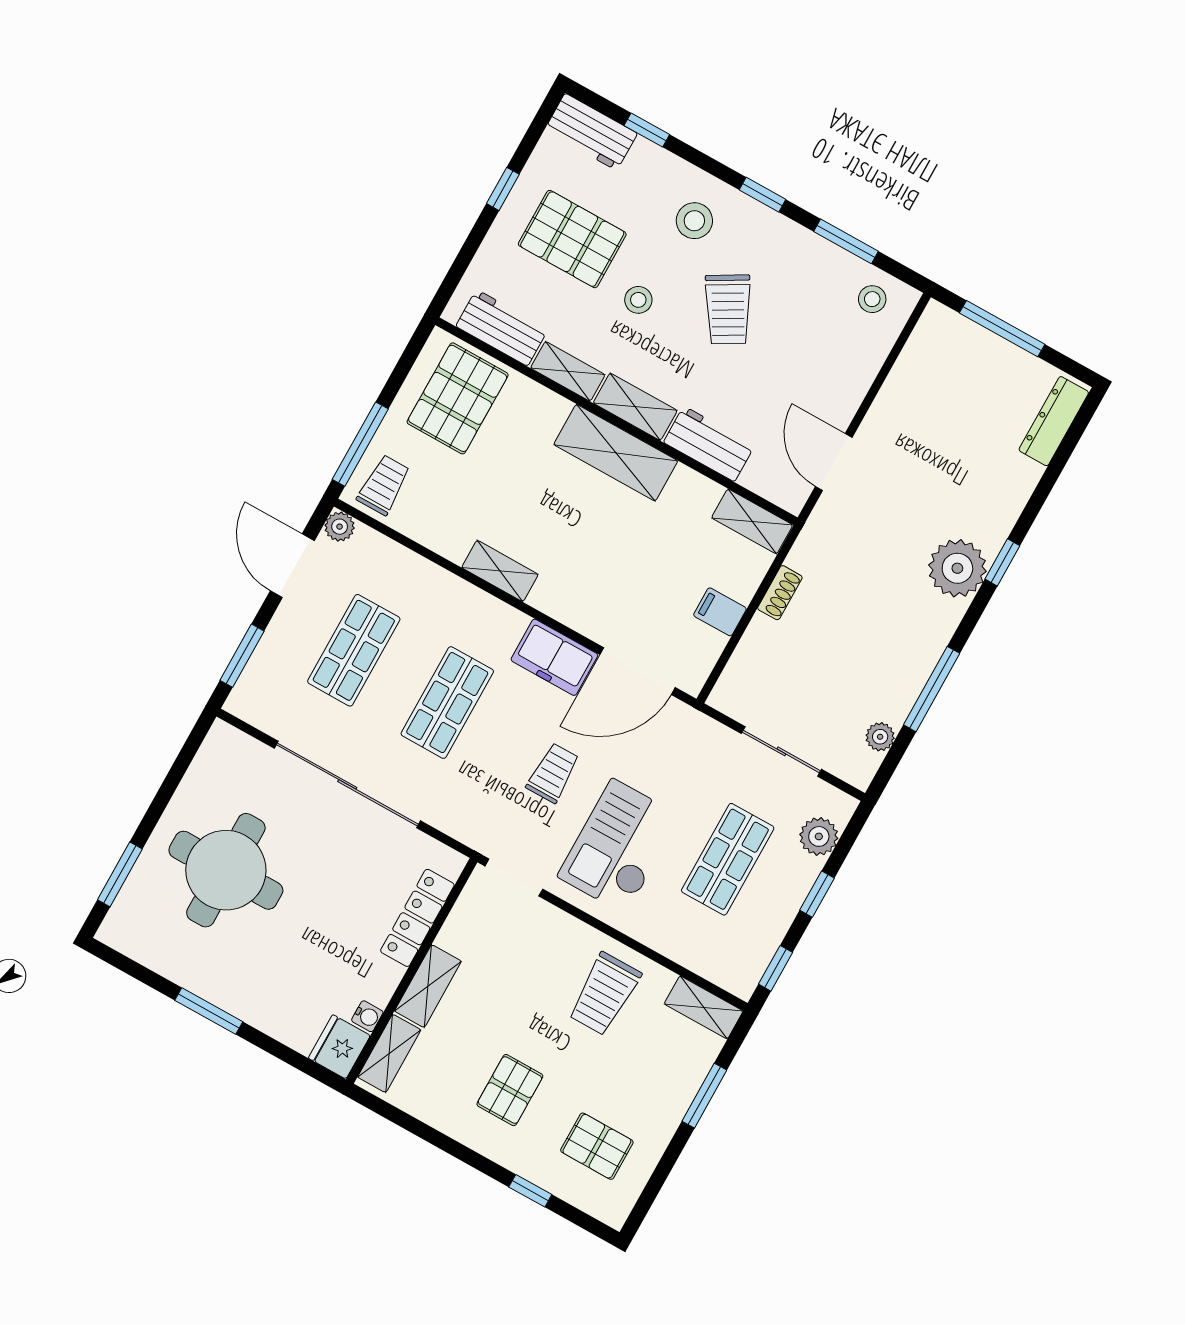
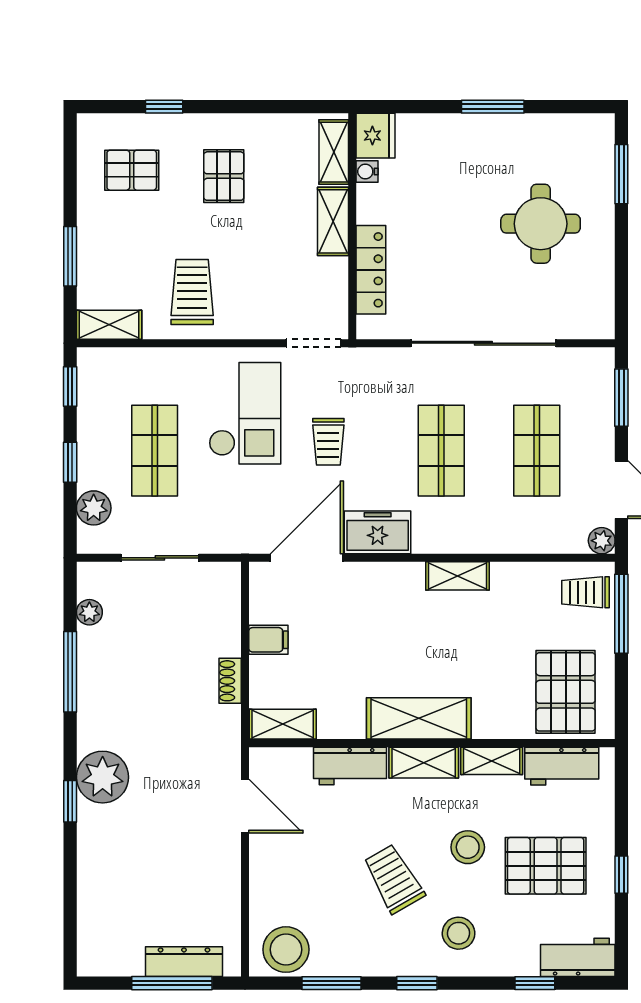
stool: (872, 299) -> (286, 950), width x1.89, depth x1.89
stool: (638, 300) -> (468, 847), width x1.37, depth x1.37
dresser: (1054, 421) -> (184, 962), moved, turned -90
trolley: (384, 485) -> (585, 592), turned 90
round table: (226, 870) -> (541, 224), width x0.73, depth x0.73

